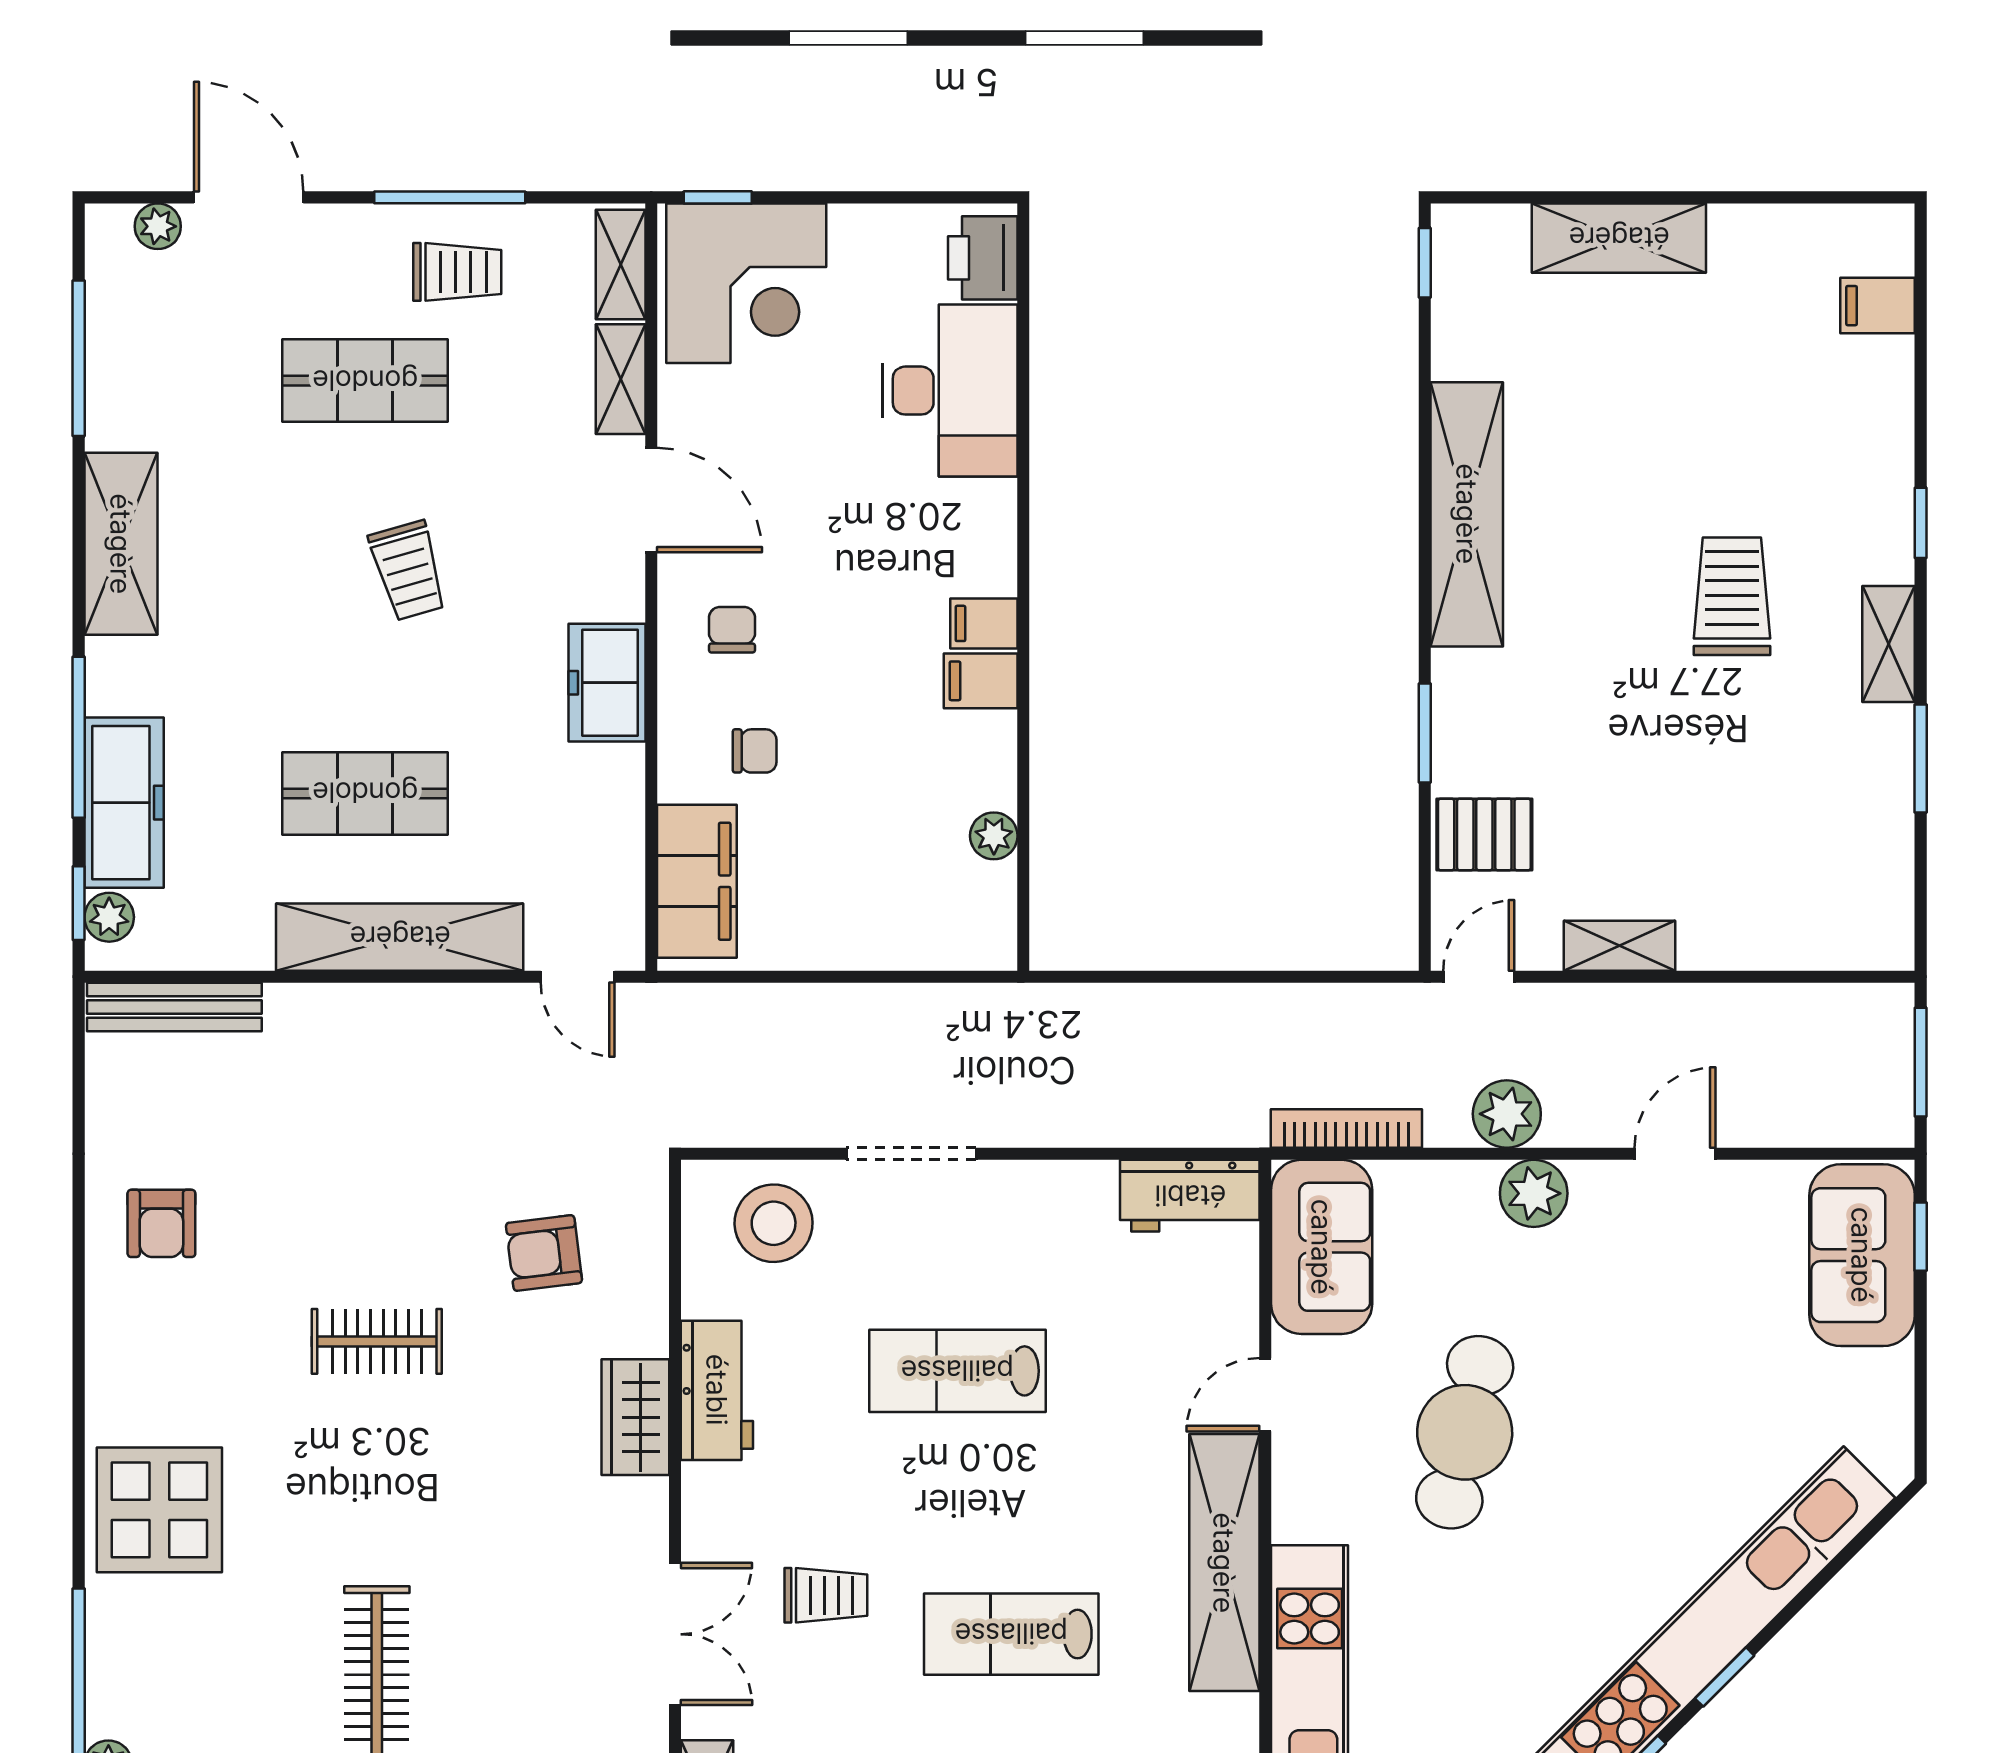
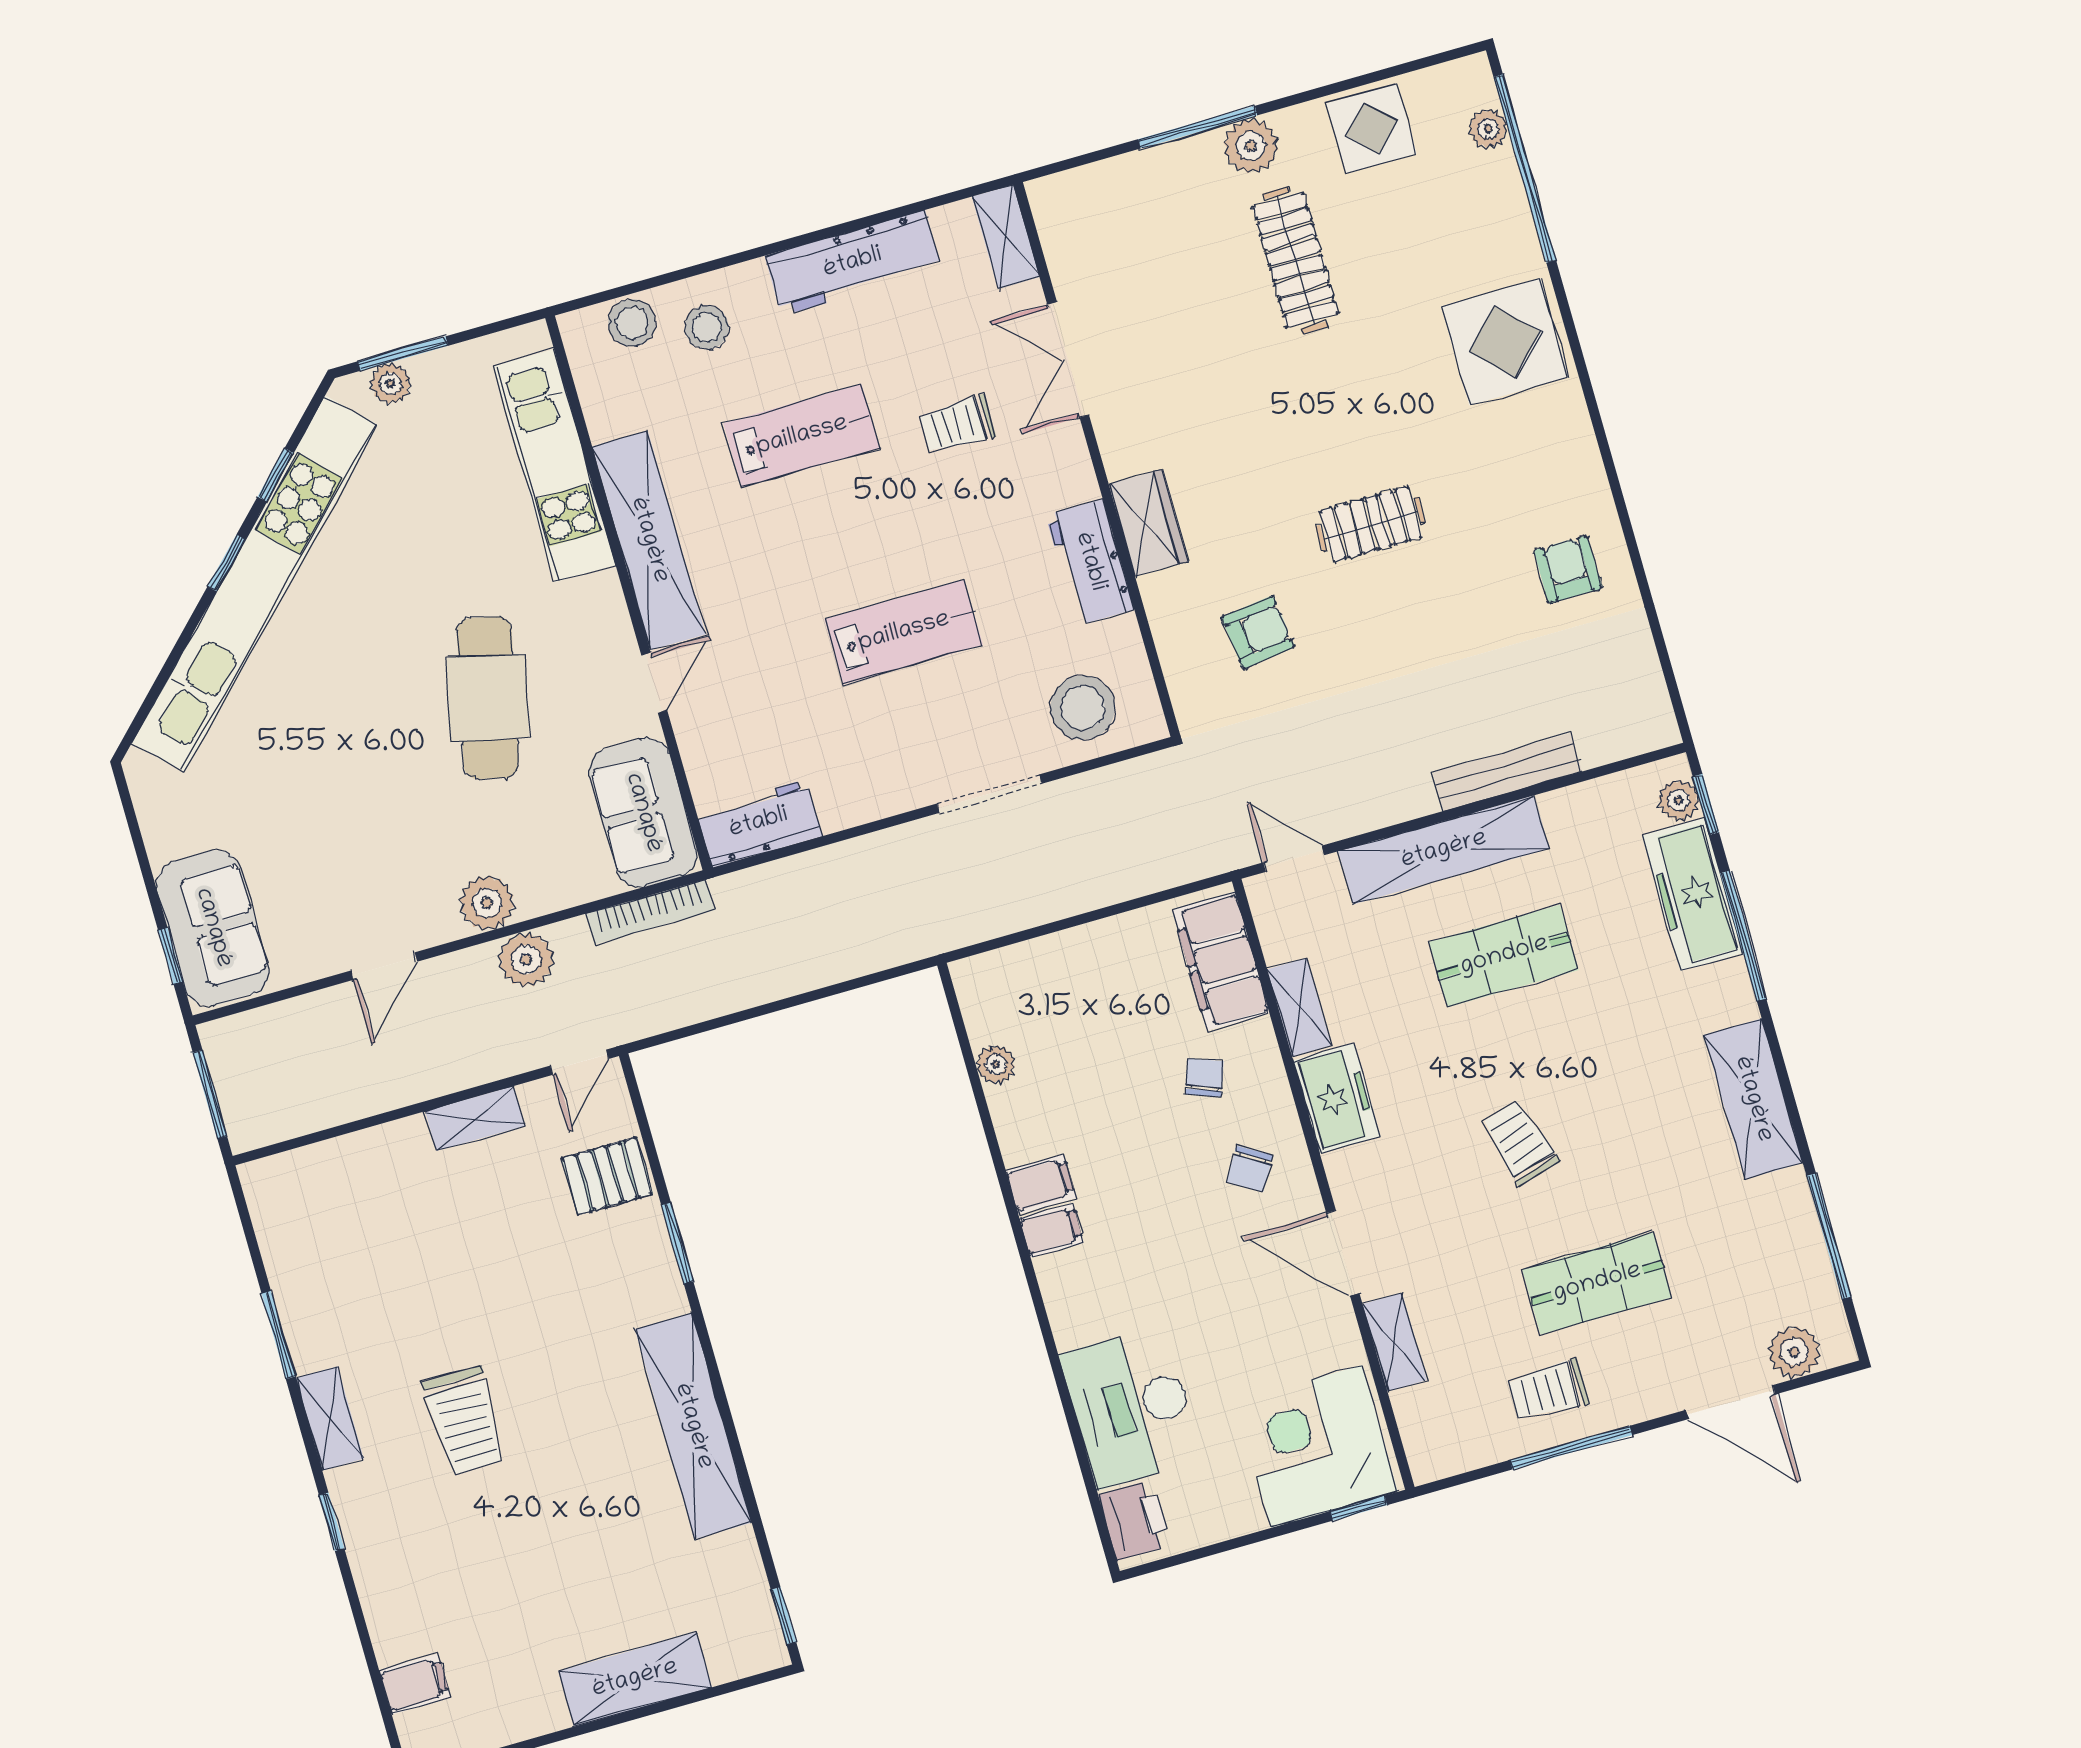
plant: (158, 226) -> (1794, 1352), width x1.38, depth x1.38
shelving: (621, 264) -> (1299, 1007), moved
chair: (732, 630) -> (1250, 1169), turned 31
chair: (755, 751) -> (1204, 1078), turned 110
bench: (174, 1007) -> (1507, 772), moved

